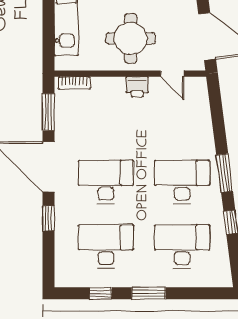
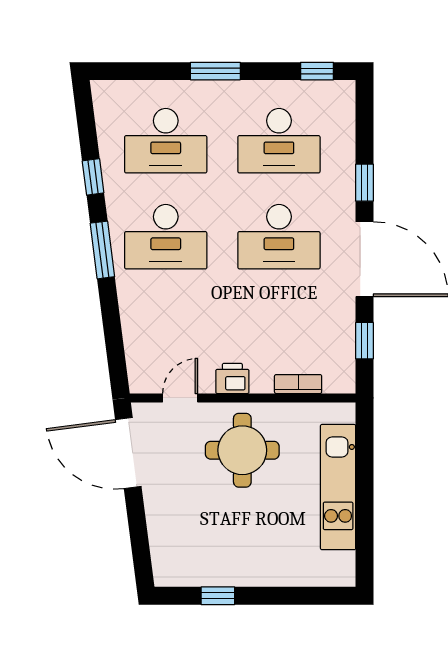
door: (172, 74) -> (180, 398), hinge flipped
bookcase: (74, 83) -> (298, 384), moved
window: (48, 112) -> (365, 341), width x0.67
window: (101, 293) -> (317, 71), moved

